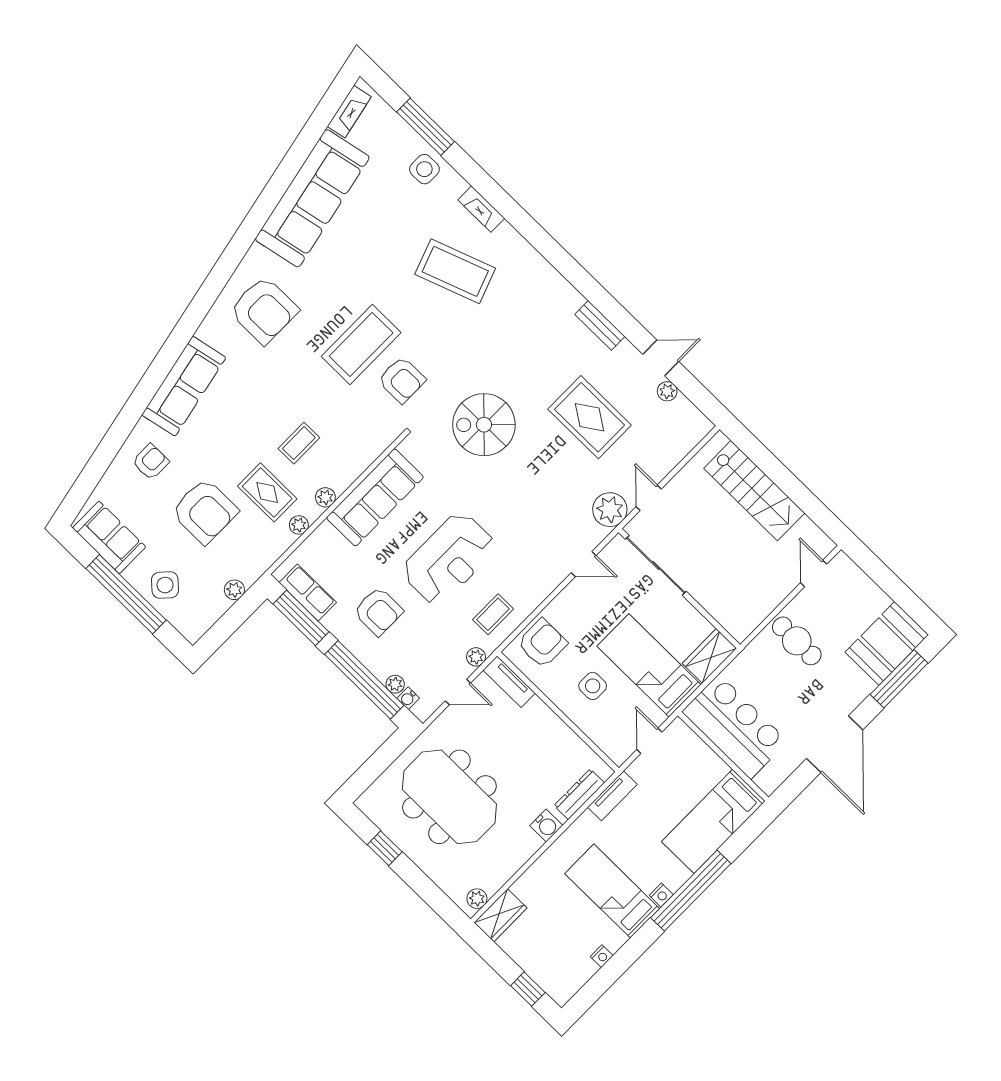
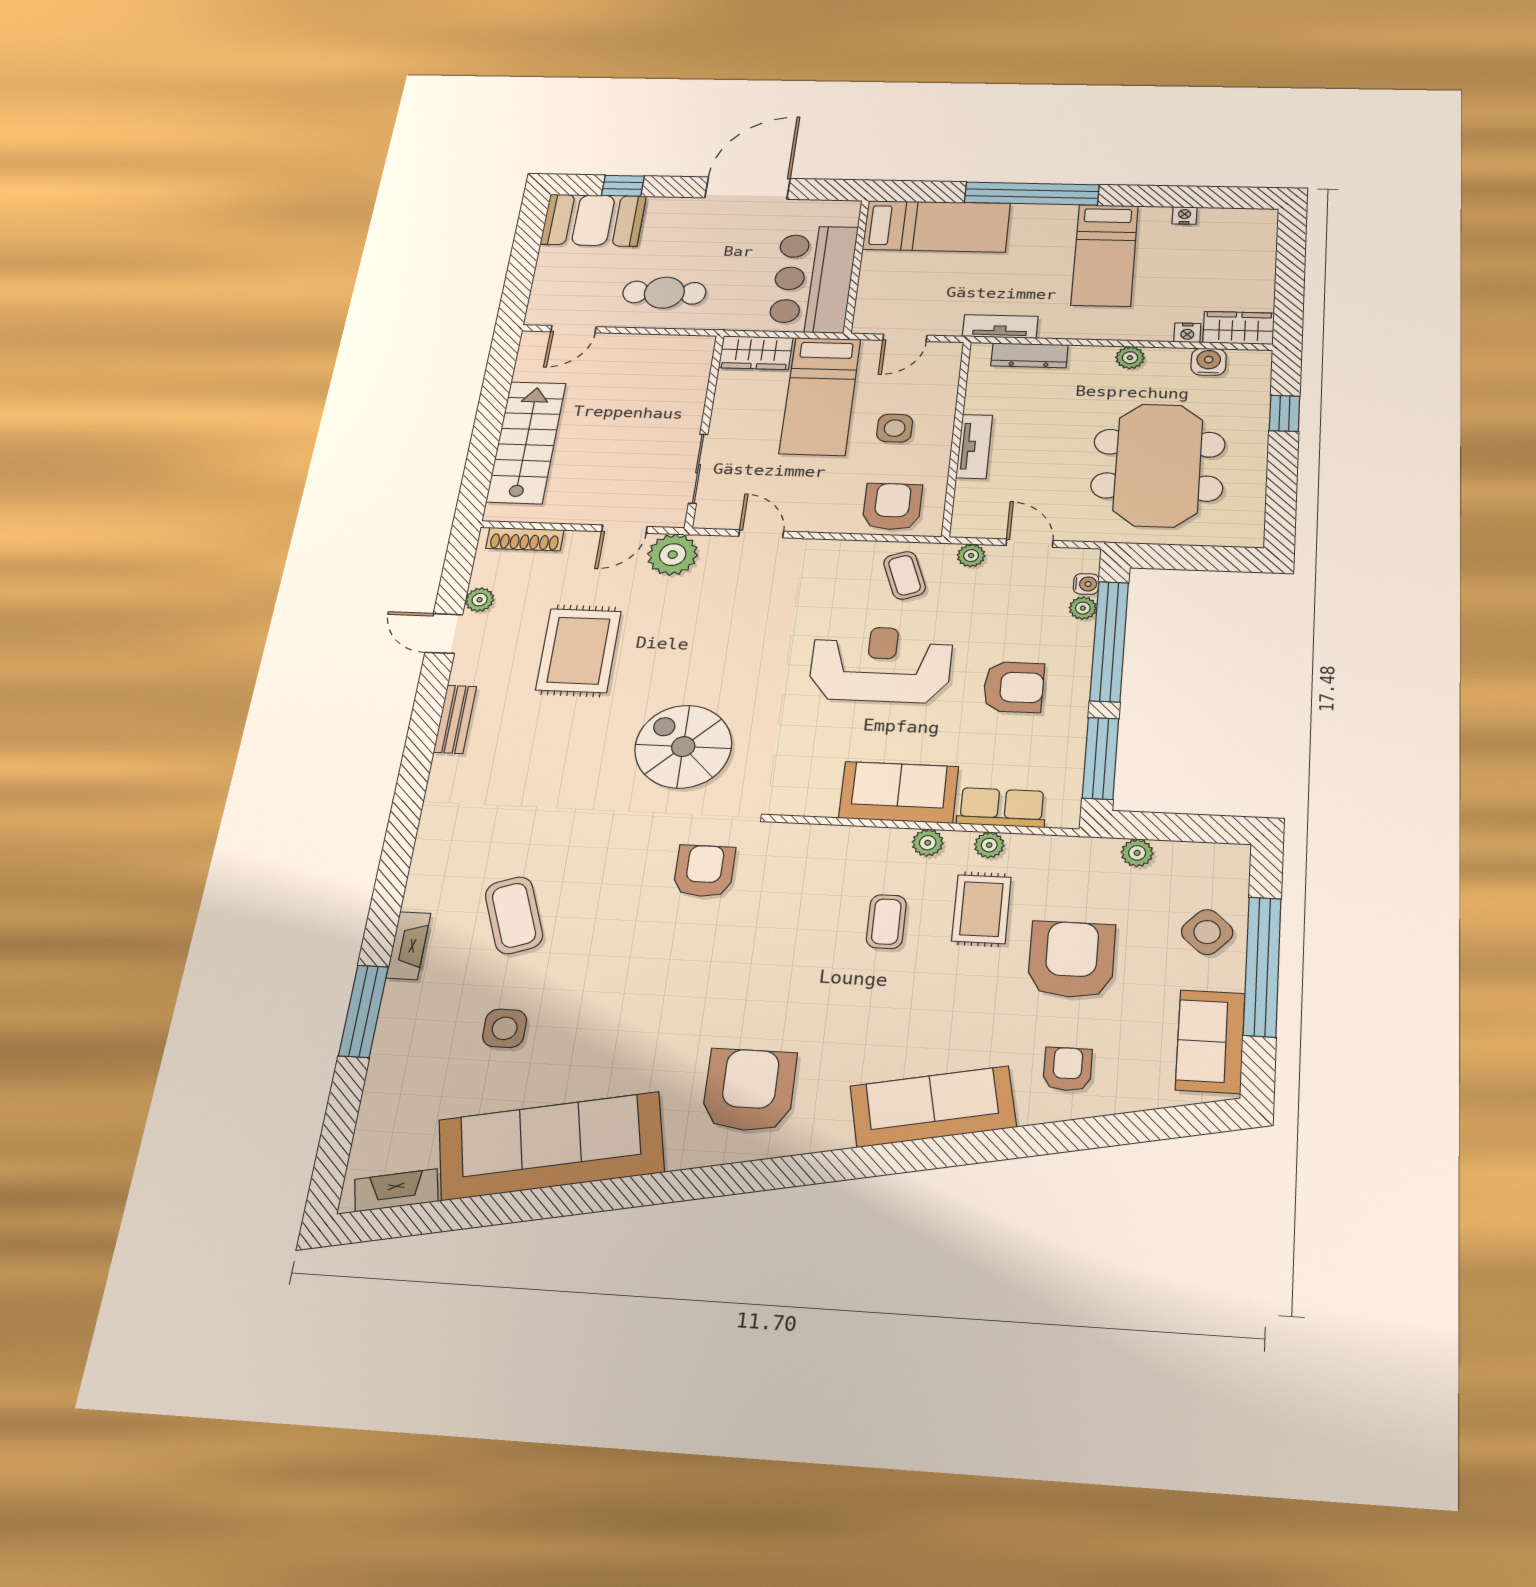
window: (425, 127) -> (363, 1011), moved
side table: (424, 169) -> (505, 1028), moved
coffee table: (455, 271) -> (514, 915), width x0.73, depth x0.76
coffee table: (361, 344) -> (698, 948), removed
spiral stairs: (484, 425) -> (683, 747), turned 180
coffee table: (299, 443) -> (886, 922), turned 90
shoe rack: (687, 443) -> (525, 539), added
armchair: (151, 462) -> (1068, 1069), turned 90
sofa: (375, 497) -> (899, 792), width x0.73
sliding door: (656, 565) -> (698, 469), width x0.73
row of seats: (308, 593) -> (1002, 808), moved, turned 90
armchair: (378, 611) -> (1014, 687), turned 90
coffee table: (493, 614) -> (905, 575), turned 70
cafe table: (797, 641) -> (664, 293), turned 90
armchair: (542, 643) -> (892, 507), turned 90
window: (899, 679) -> (623, 186), width x0.46
tv unit: (509, 682) -> (974, 446), moved
water cooler: (546, 826) -> (1209, 362), moved
window: (385, 848) -> (1284, 413), moved
nightstand: (661, 895) -> (1187, 333), moved, turned 180
plant: (477, 899) -> (1130, 358), moved
window: (528, 989) -> (1291, 250), removed

